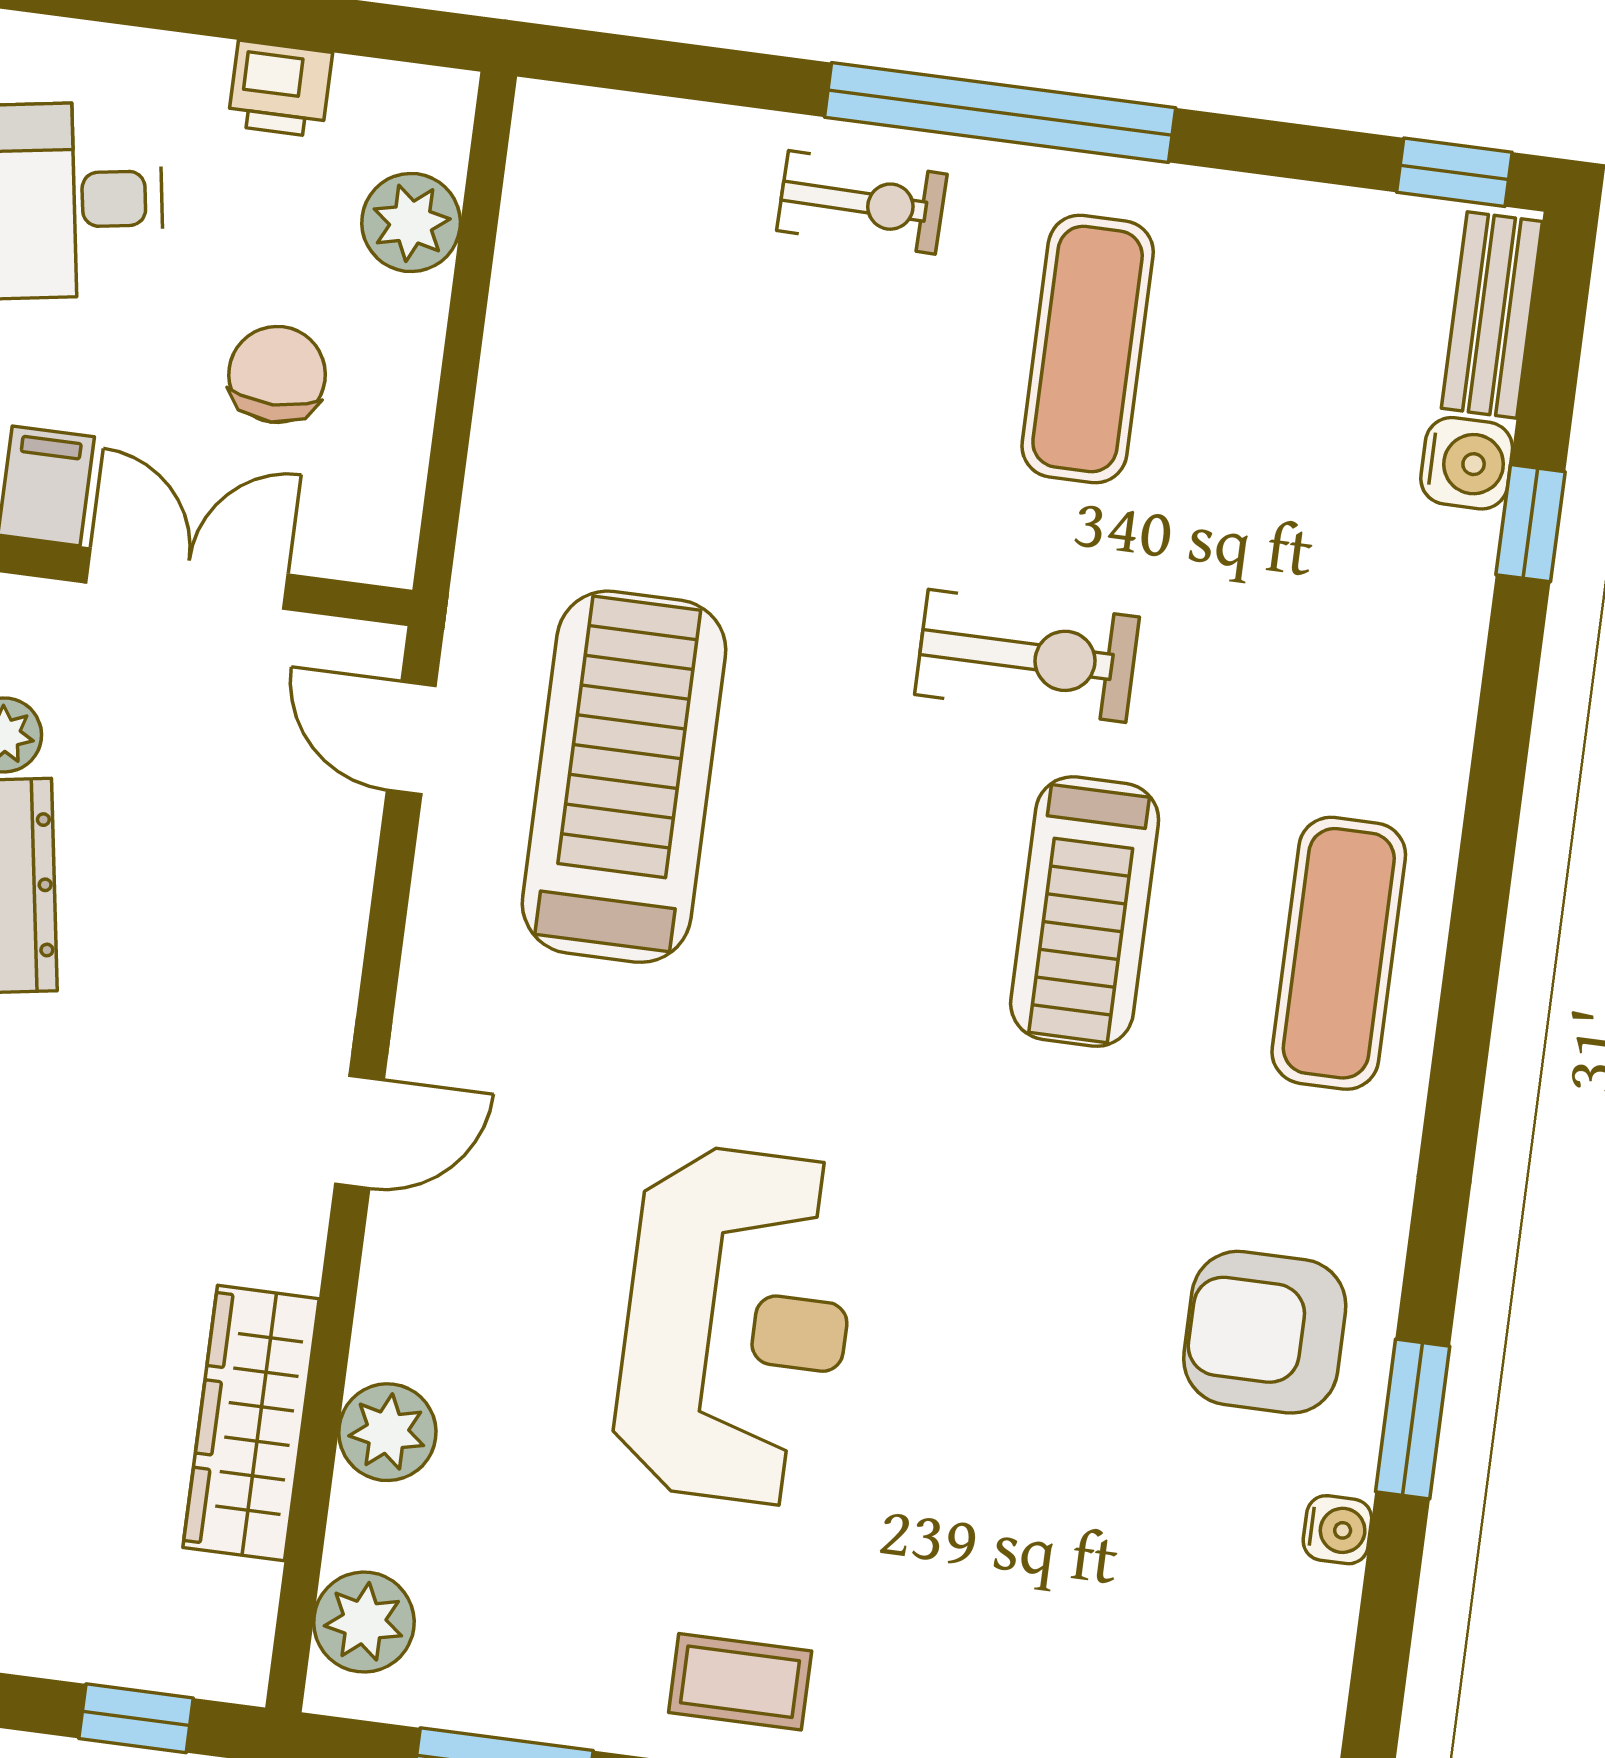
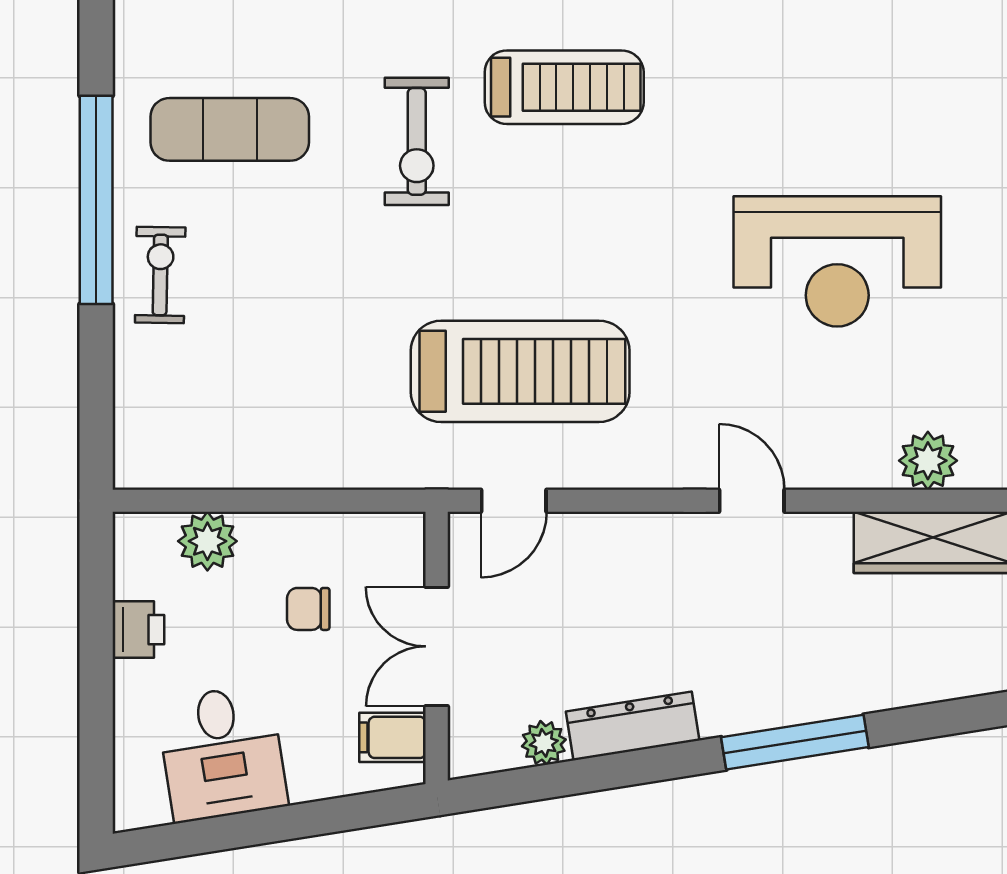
chair: (277, 374) -> (308, 609), width x0.73, depth x0.73
exercise bike: (1027, 656) -> (417, 141), turned 180
treadmill: (624, 777) -> (520, 371), turned 180
reception desk: (737, 1325) -> (837, 261), turned 180

